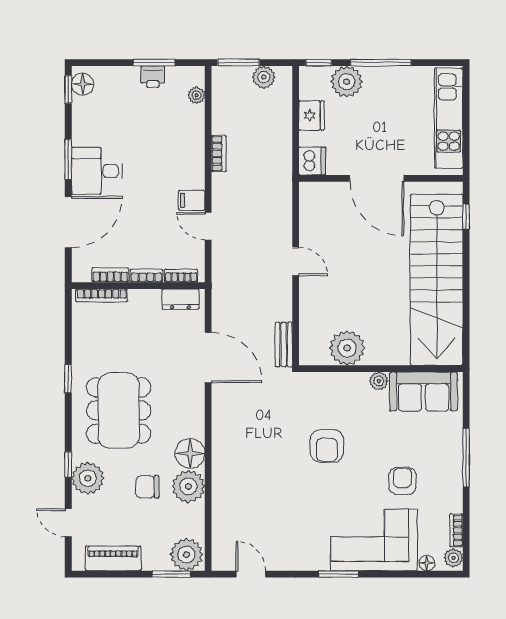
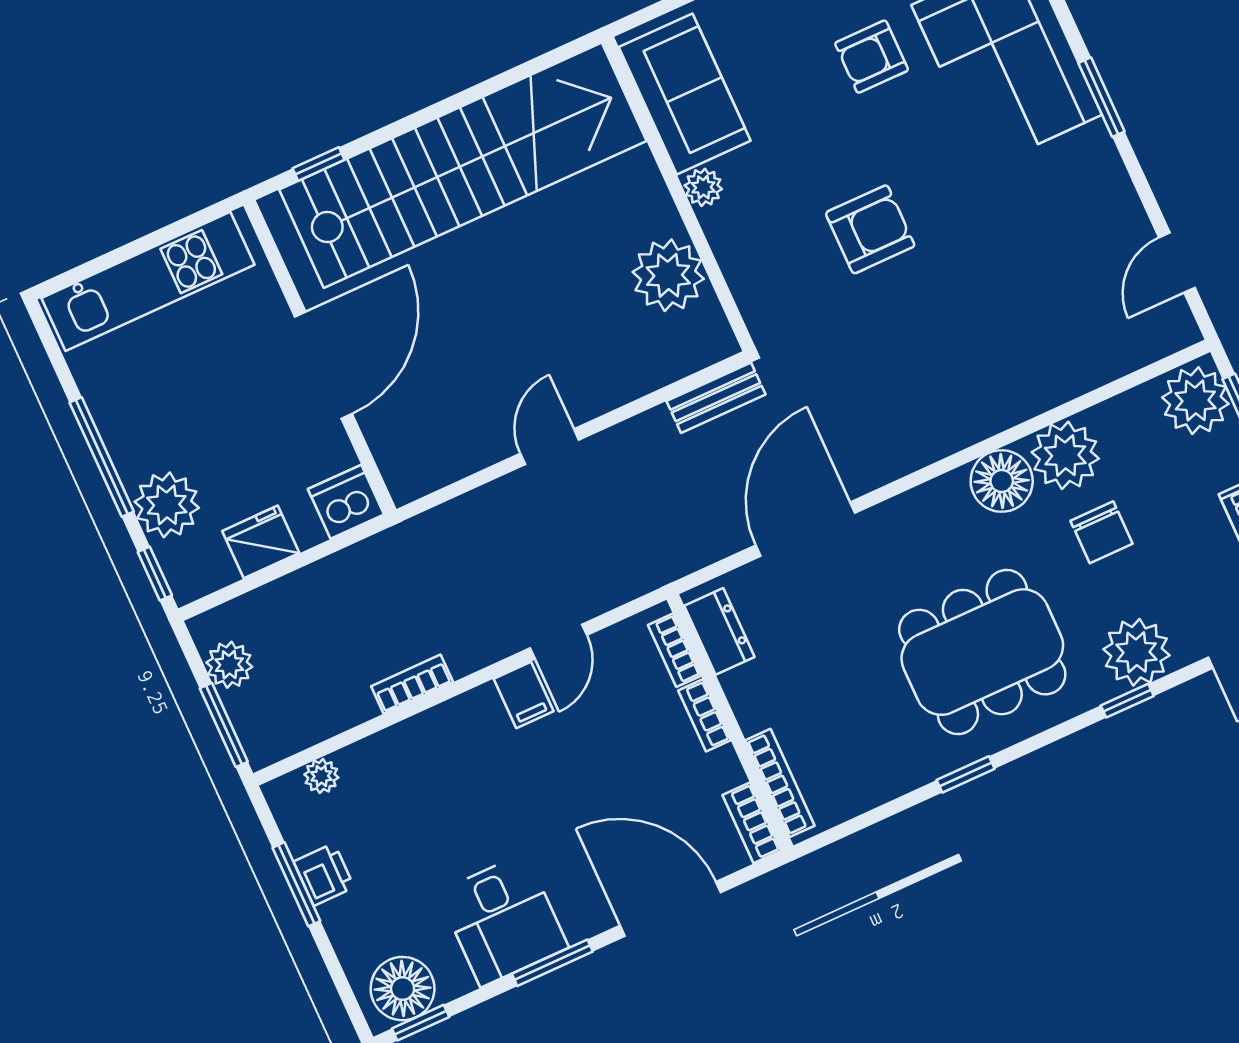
floor lamp: (83, 84) -> (403, 989), width x1.38, depth x1.38
desk: (97, 171) -> (503, 920), moved
bookcase: (110, 275) -> (752, 823), moved

